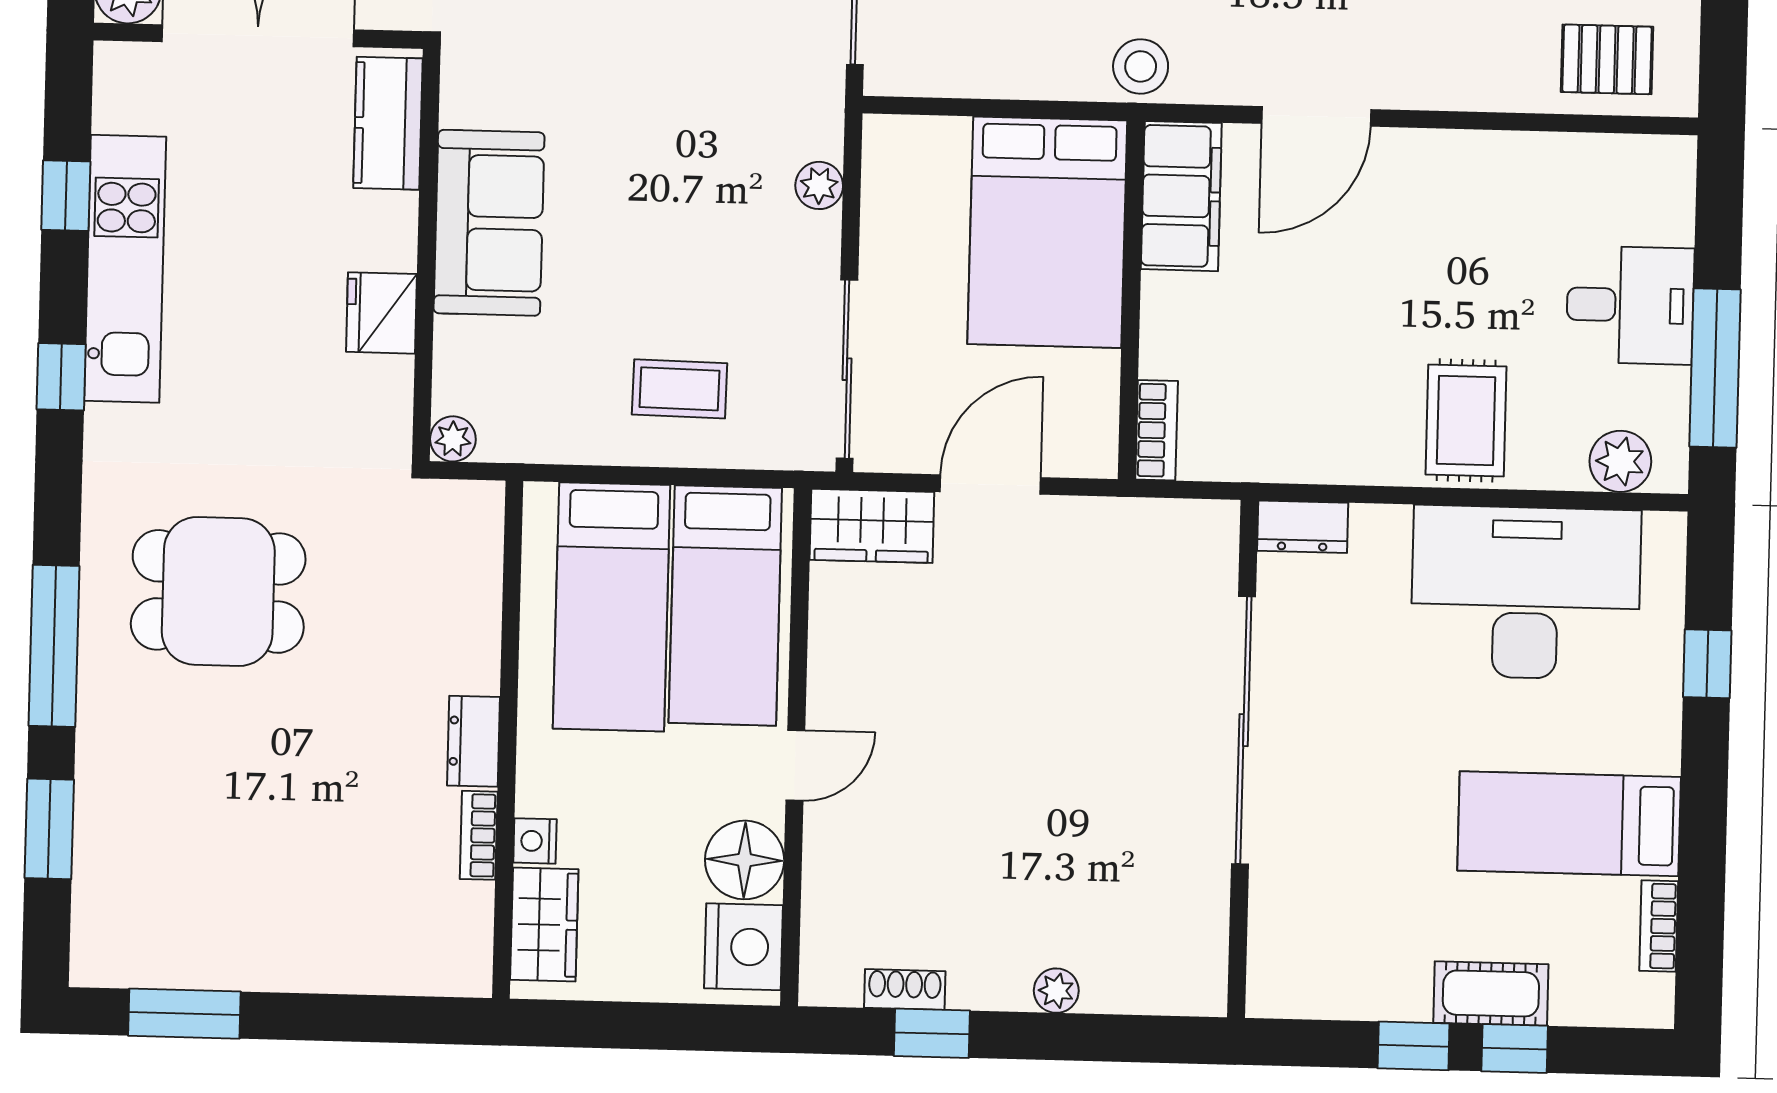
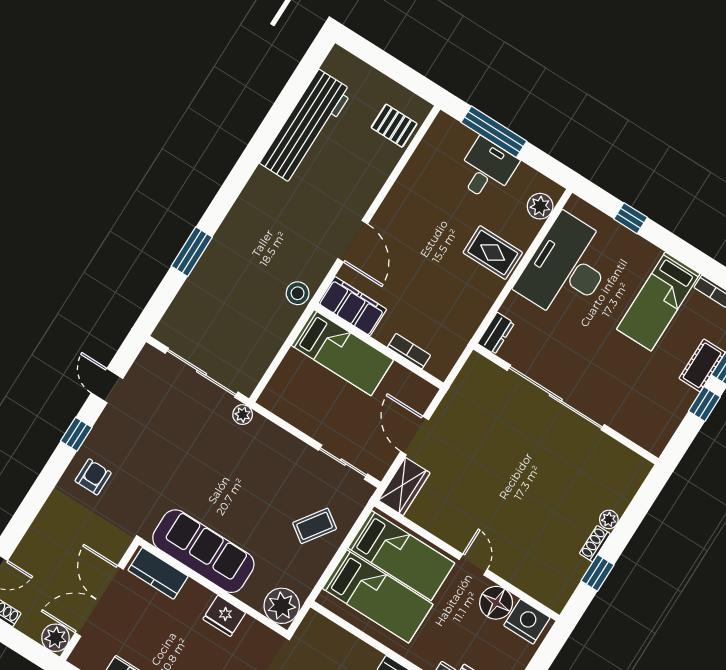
pallet: (1607, 59) -> (394, 126), turned 90
plant: (819, 185) -> (243, 415), moved
sofa: (489, 223) -> (203, 551), width x1.36
bed: (1047, 232) -> (342, 353), width x0.67
window: (1715, 368) -> (494, 132), moved
sliding door: (847, 369) -> (343, 462), width x0.73
coffee table: (680, 389) -> (315, 526), turned 34
bookcase: (1157, 430) -> (409, 351), moved
plant: (453, 439) -> (282, 606), width x1.88, depth x1.88
shoe rack: (905, 989) -> (595, 544), moved

